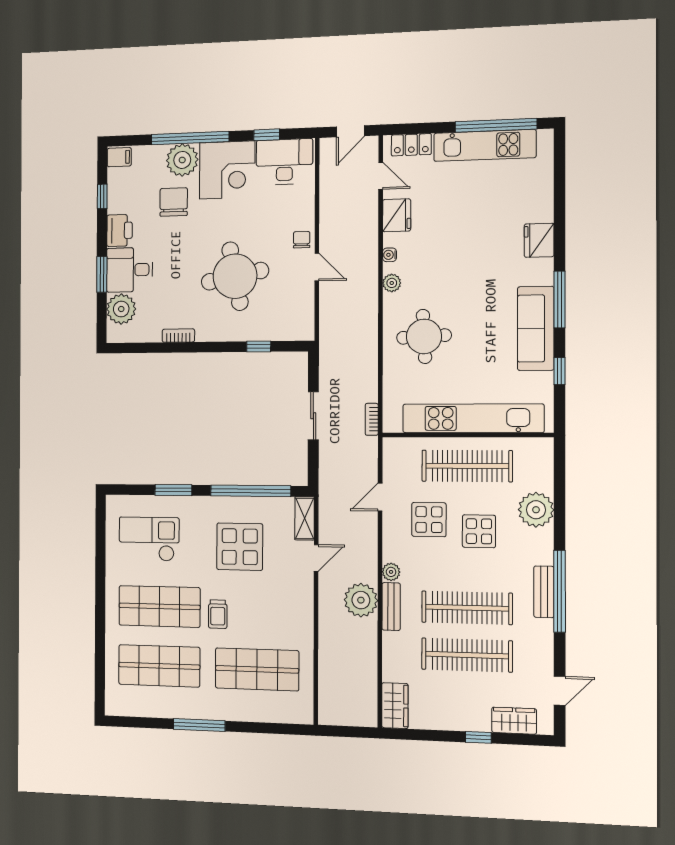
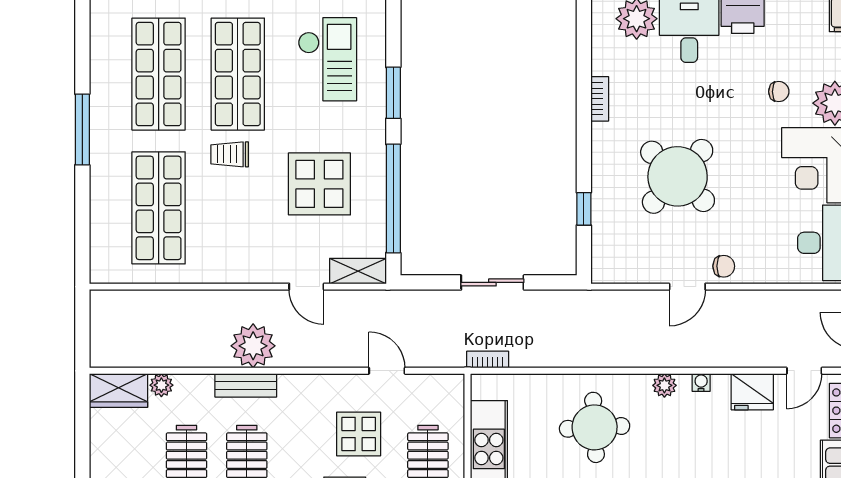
chair: (174, 202) -> (779, 92), width x0.54, depth x0.54
round table: (235, 276) -> (678, 176), turned -36
plant: (391, 572) -> (161, 385), moved

